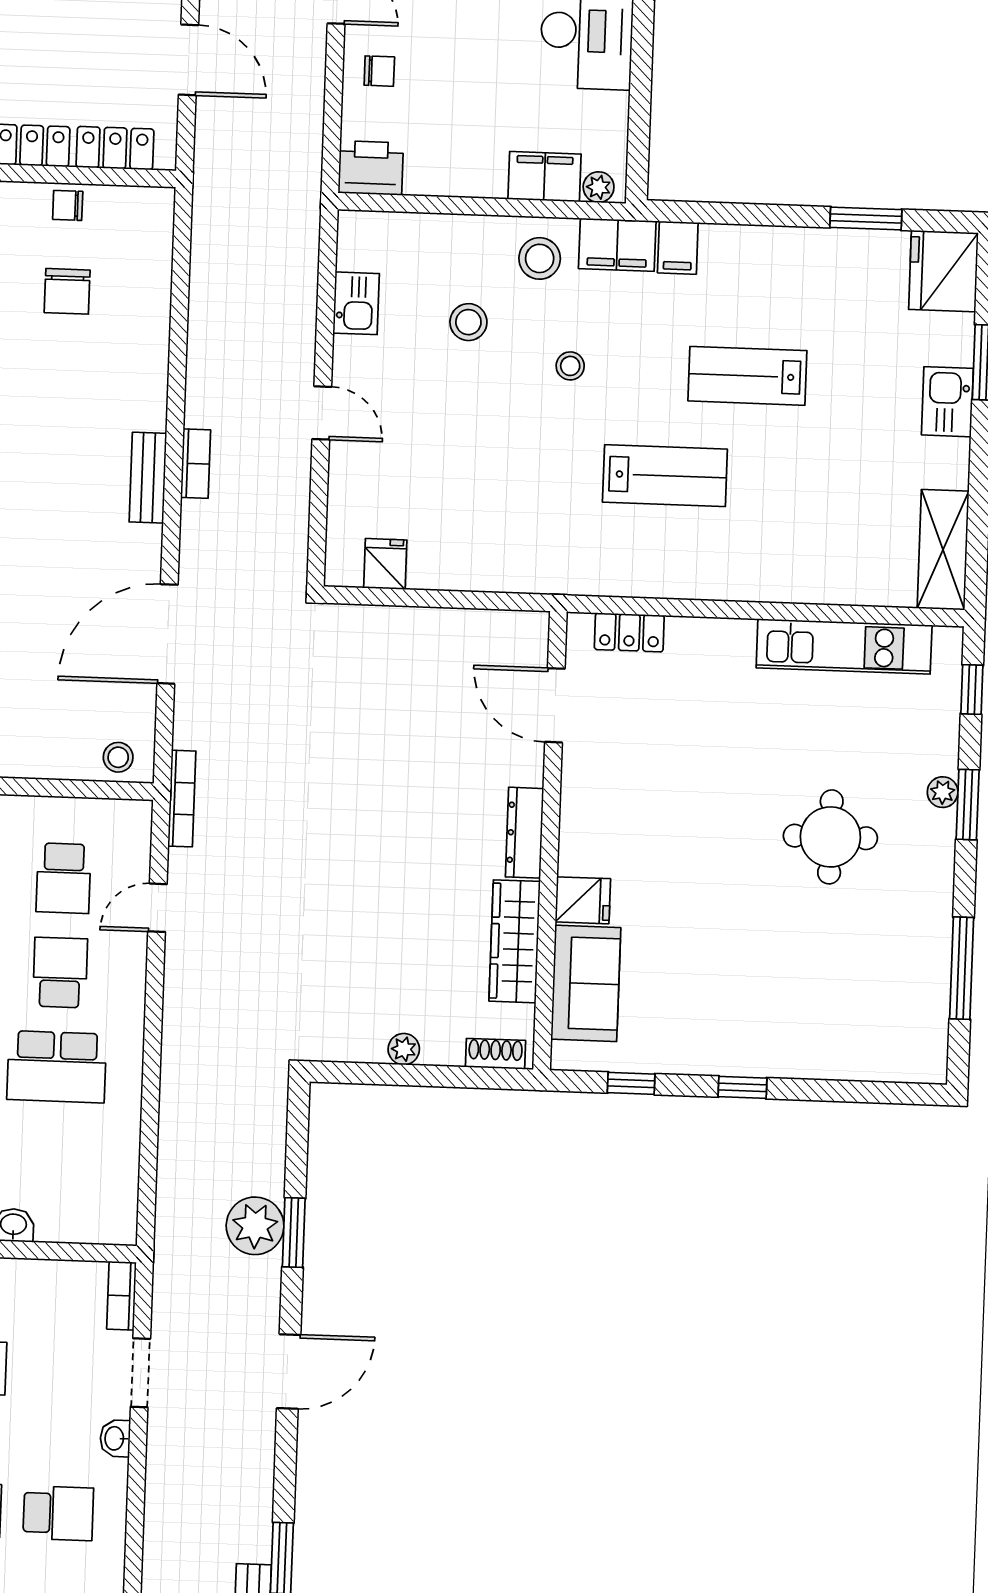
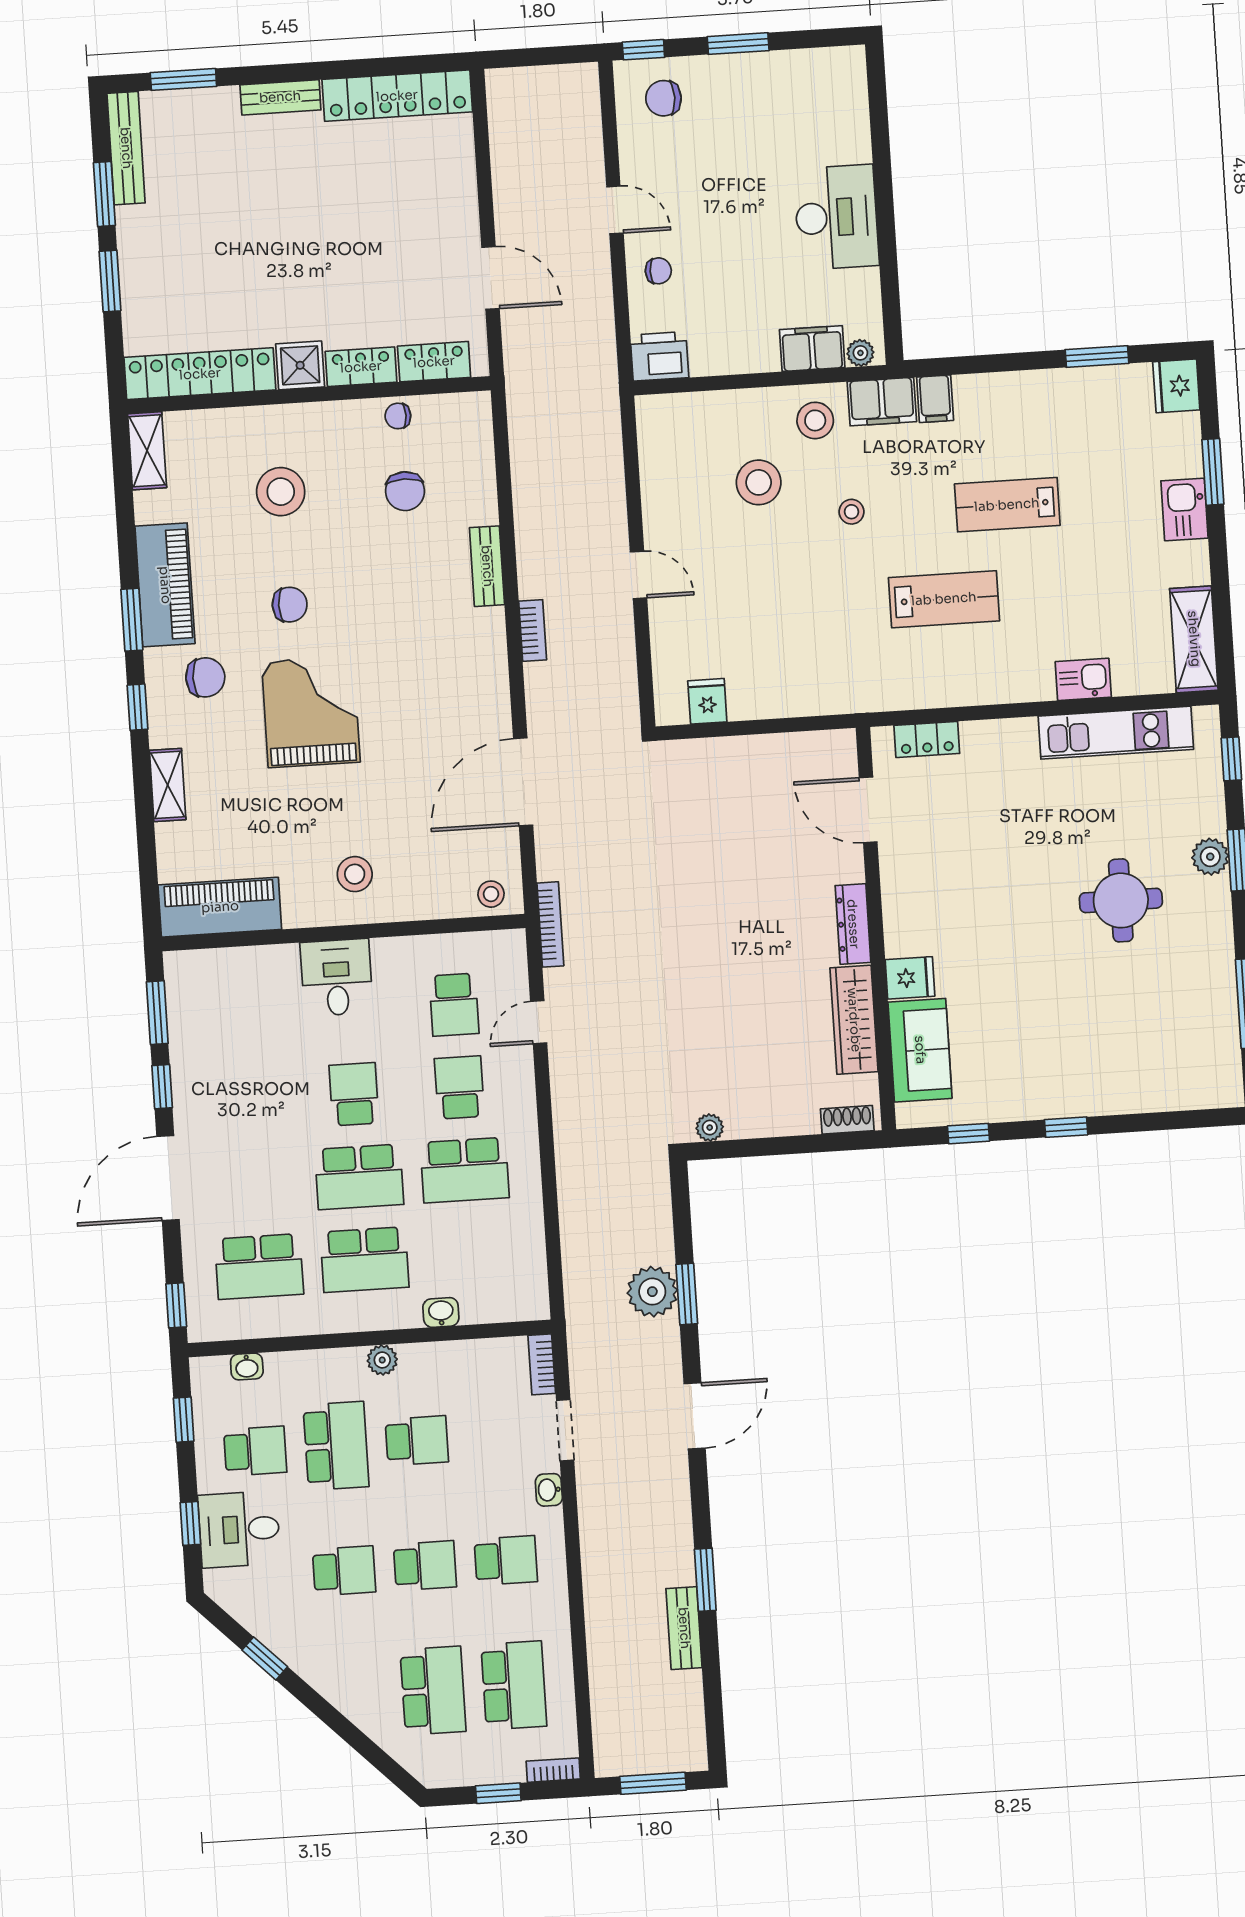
fridge: (944, 271) -> (1176, 386), width x0.73, depth x0.75
kitchen sink: (356, 303) -> (1083, 679), moved, turned -90
stool: (468, 322) -> (759, 482), width x1.38, depth x1.38
bench: (148, 478) -> (487, 566), moved
plant: (943, 792) -> (1210, 857), width x1.38, depth x1.38
plant: (404, 1049) -> (710, 1128), moved

